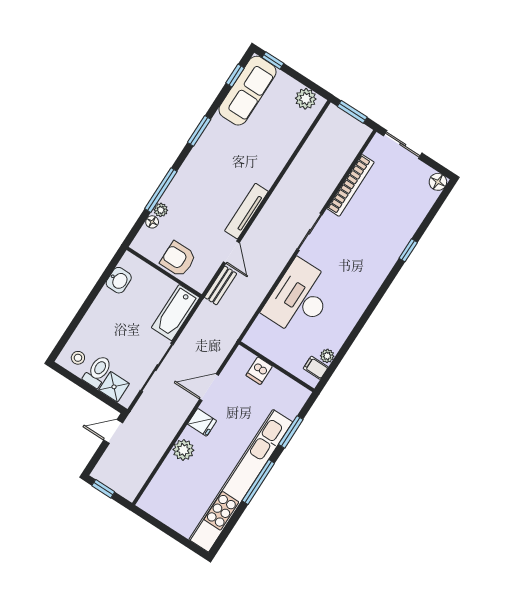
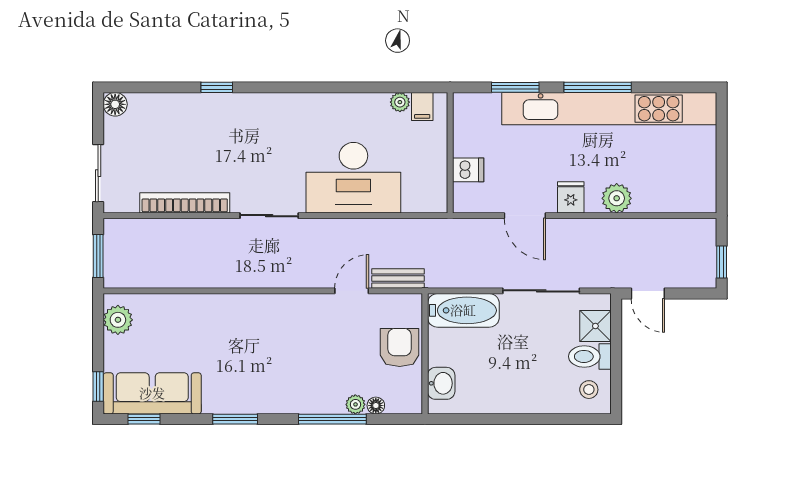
tv unit: (246, 211) -> (293, 304), removed
armchair: (178, 259) -> (400, 347), turned 180
washbasin: (119, 280) -> (441, 383), moved, turned 90

